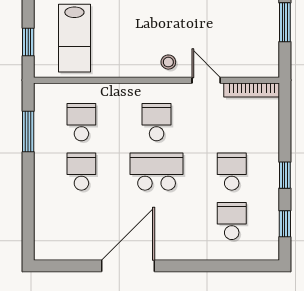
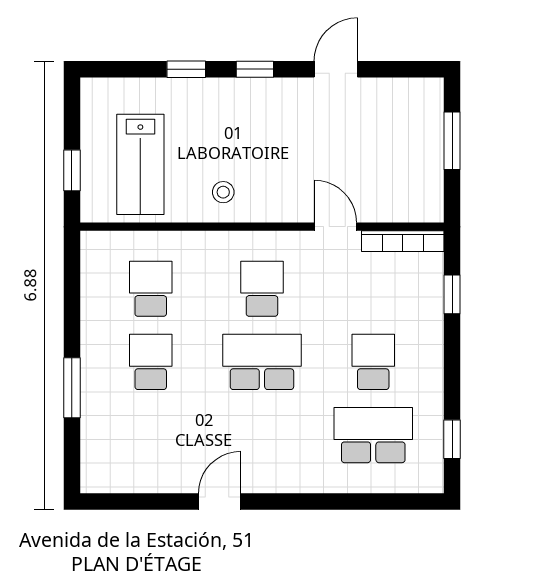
stool: (168, 62) -> (223, 192), moved
window: (28, 131) -> (72, 388), moved
window: (285, 175) -> (452, 294), moved
school desk: (232, 221) -> (373, 435), width x1.85
door: (128, 266) -> (220, 501), width x0.53

